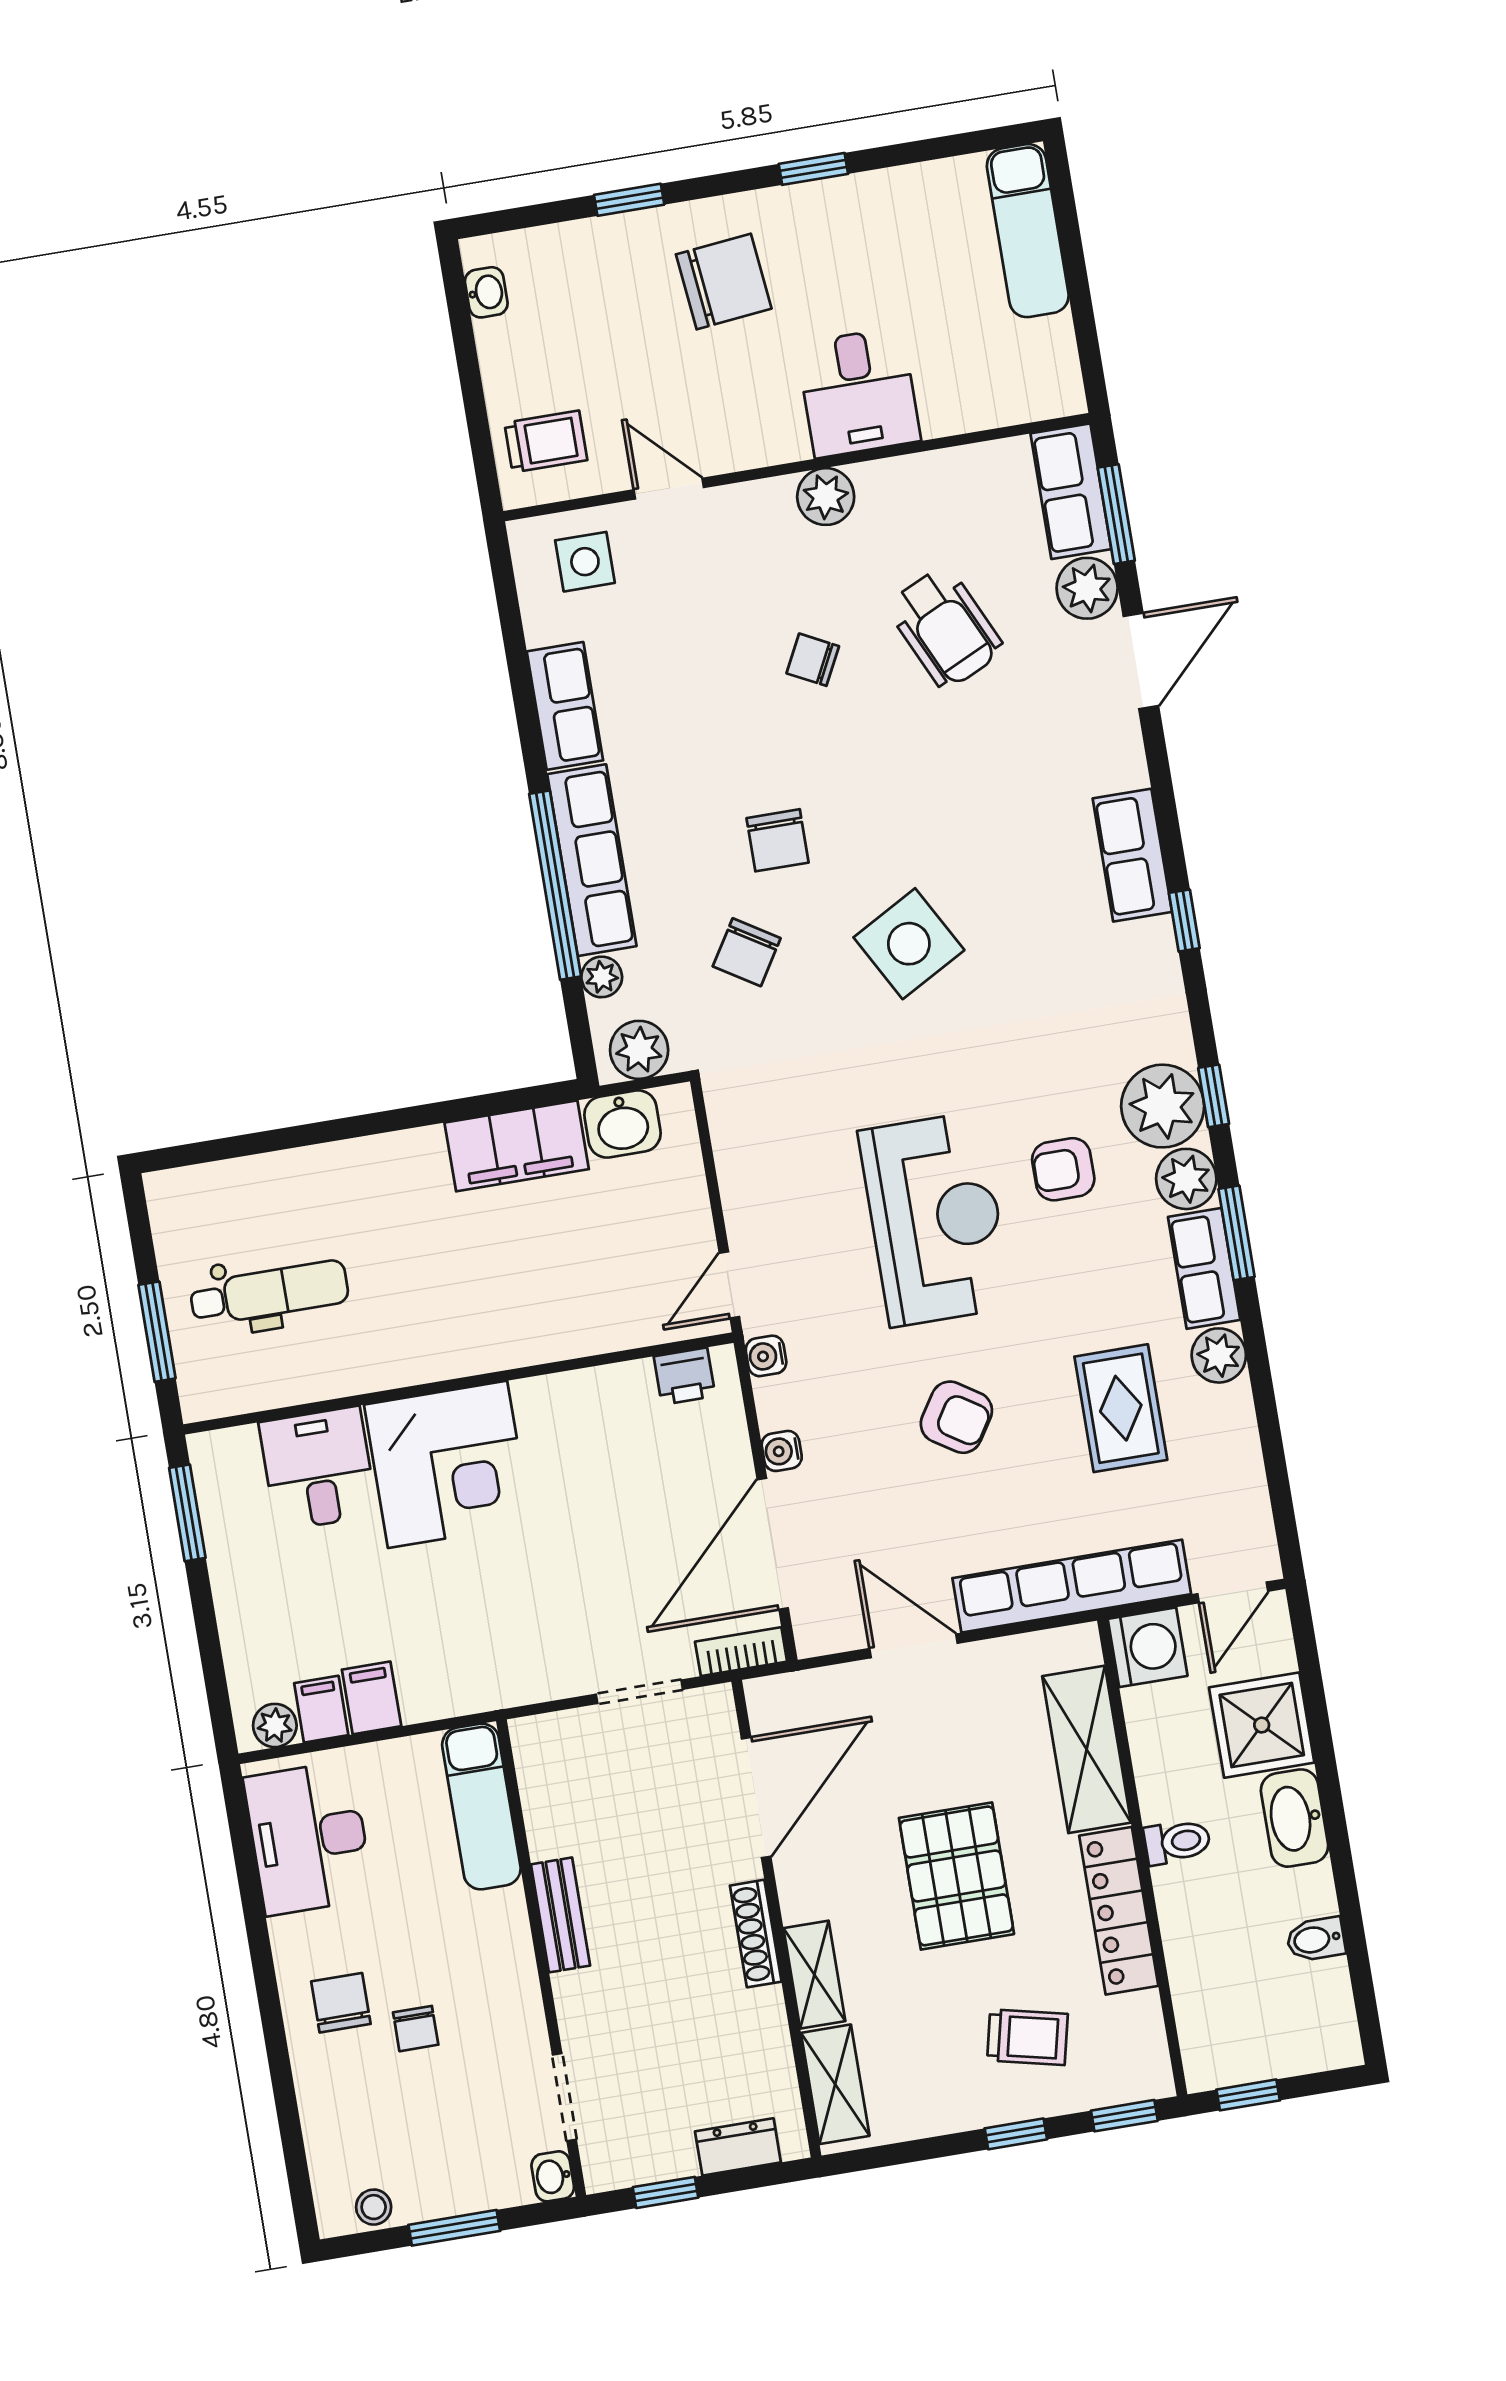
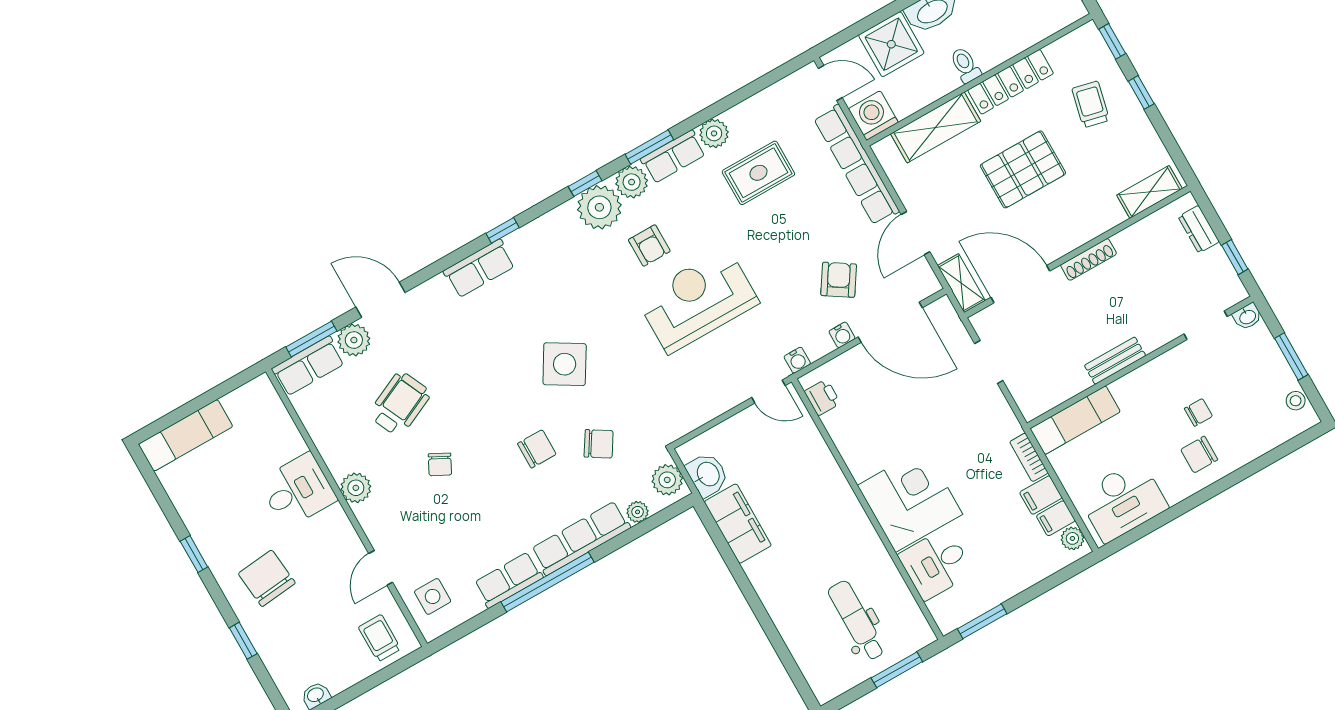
window: (555, 885) -> (548, 582), moved
side table: (909, 944) -> (565, 364), turned -30
armchair: (956, 1417) -> (839, 280), moved
bookcase: (741, 1652) -> (1029, 457), moved
shelving: (814, 1975) -> (961, 283), moved, turned 90

